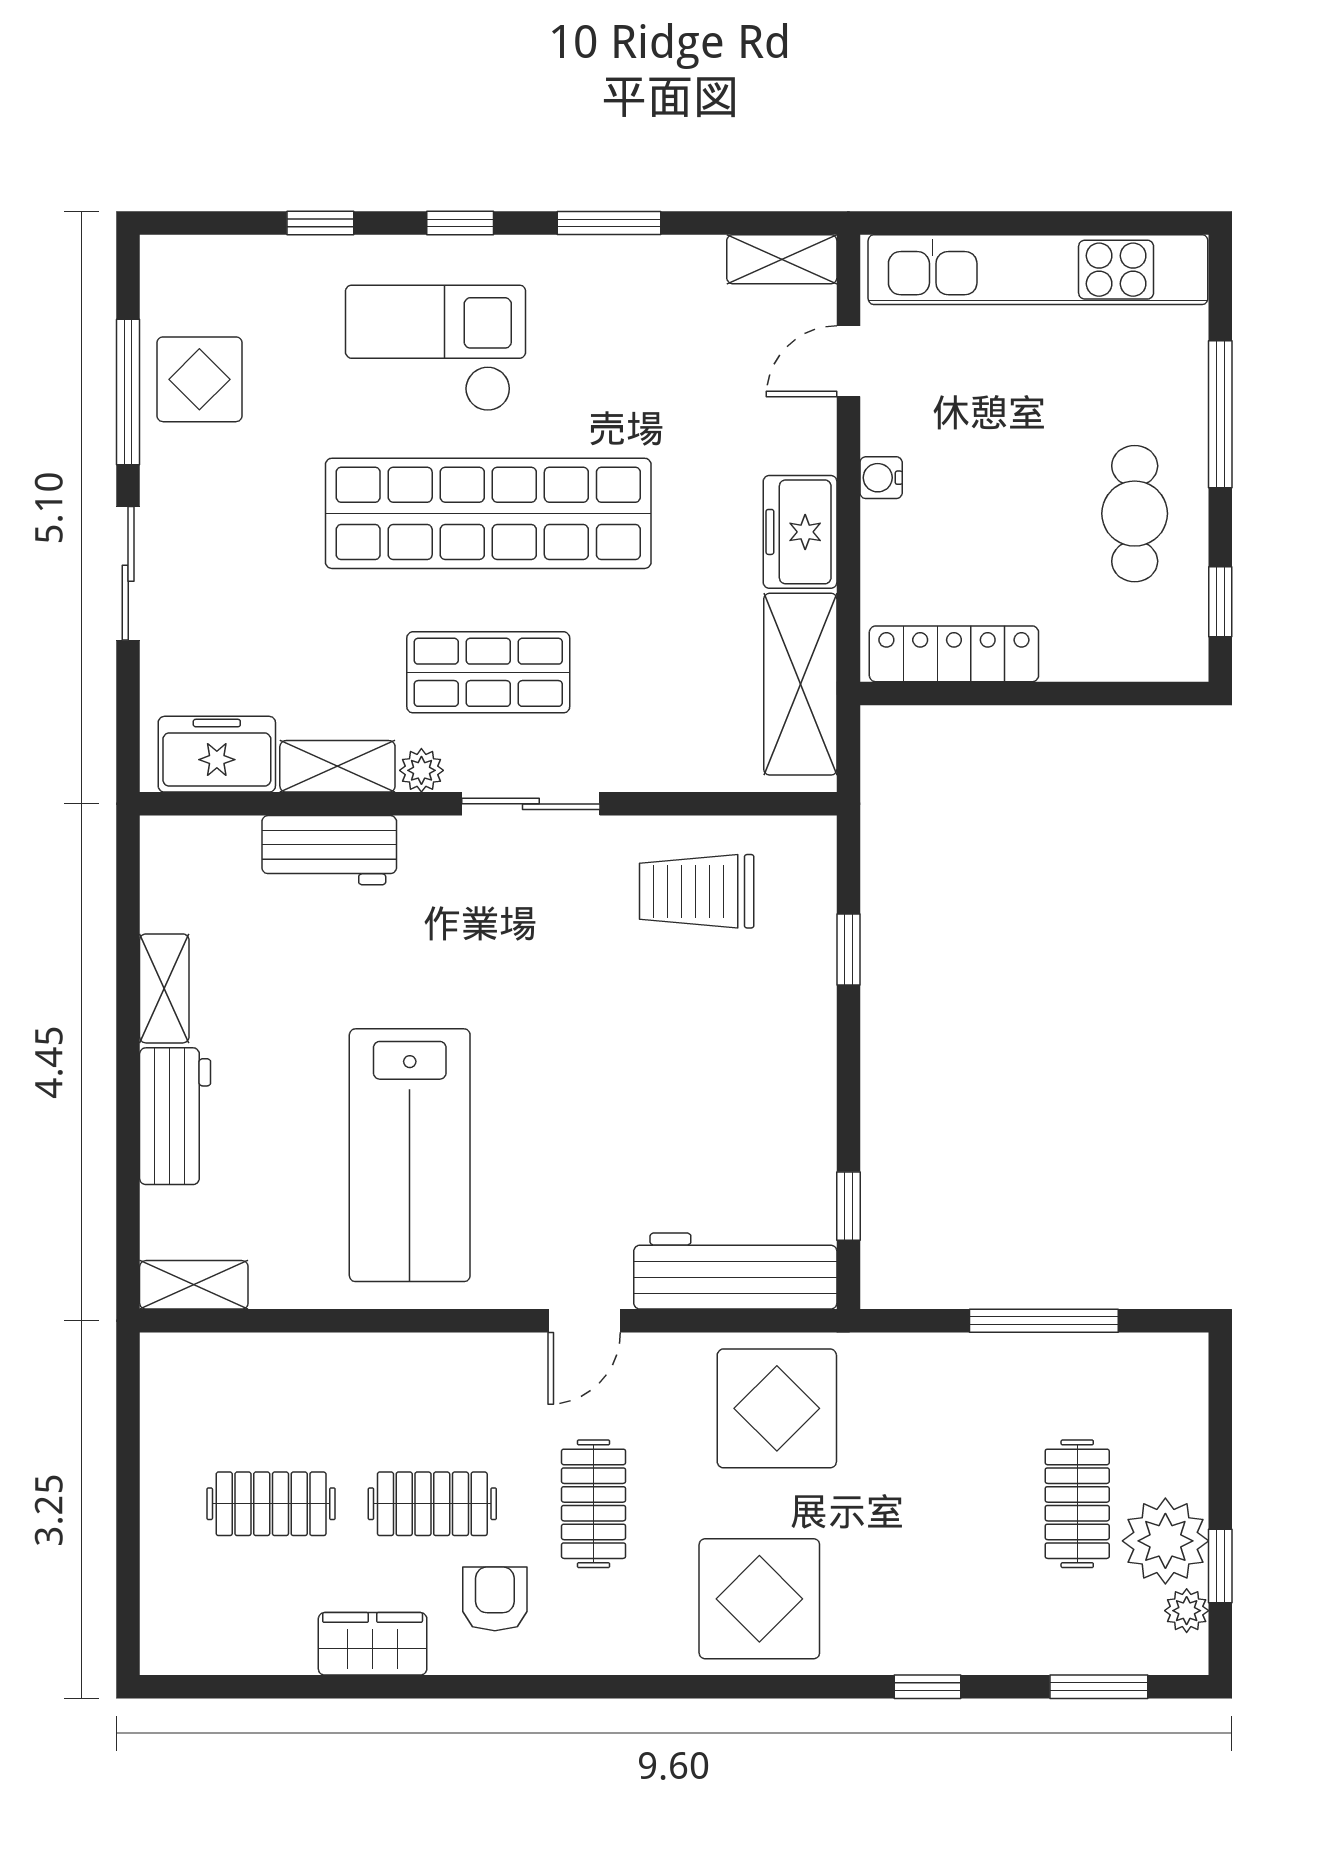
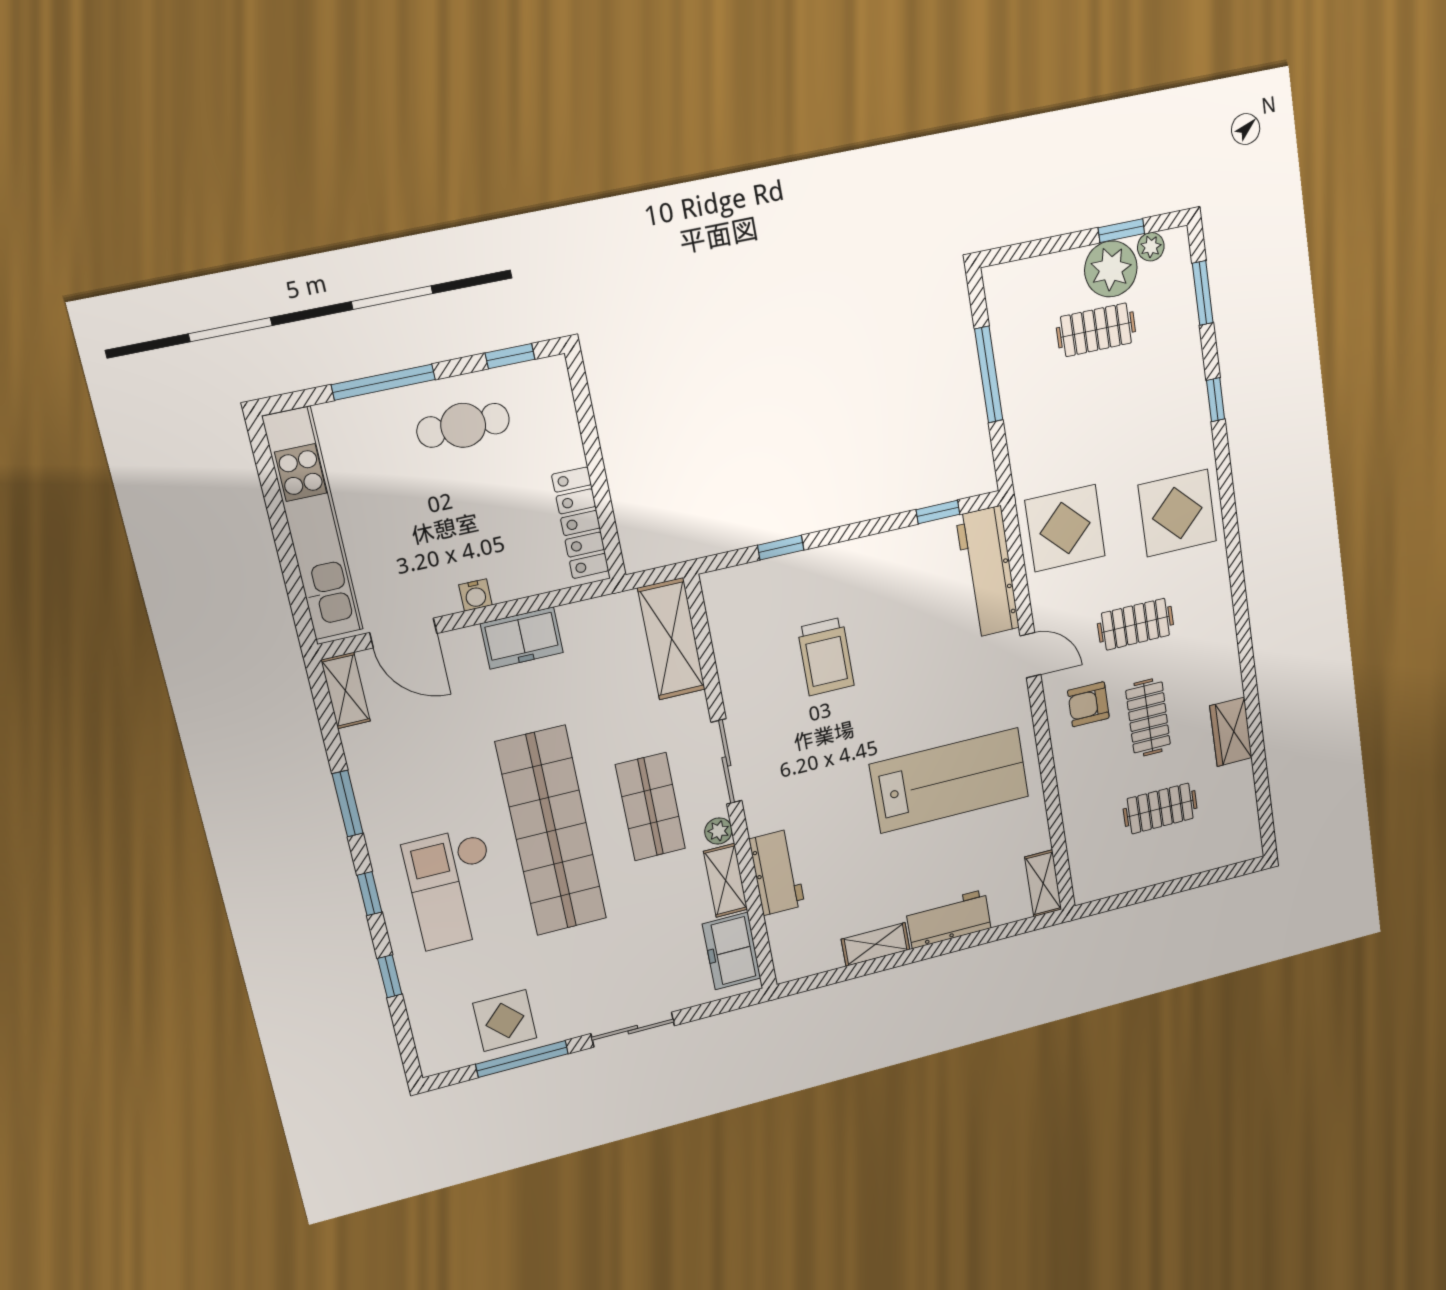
door: (848, 361) -> (403, 633), width x1.38
shelving: (800, 684) -> (672, 639), moved, turned 90
trolley: (697, 891) -> (826, 657), moved
clothes rail: (271, 1504) -> (1160, 808), turned 90
armchair: (495, 1599) -> (1088, 704), moved

